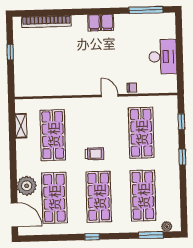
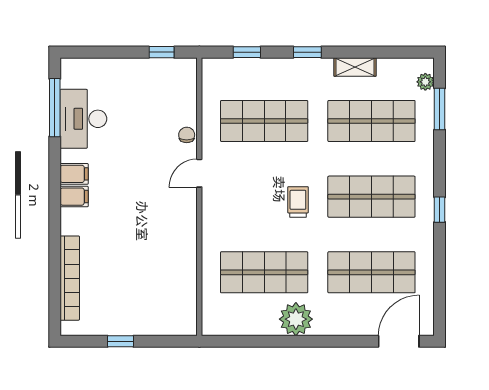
desk: (163, 57) -> (83, 119), moved, turned -90
window: (180, 72) -> (162, 52), added
shelving: (21, 126) -> (355, 67), moved
plant: (27, 186) -> (296, 319), moved

